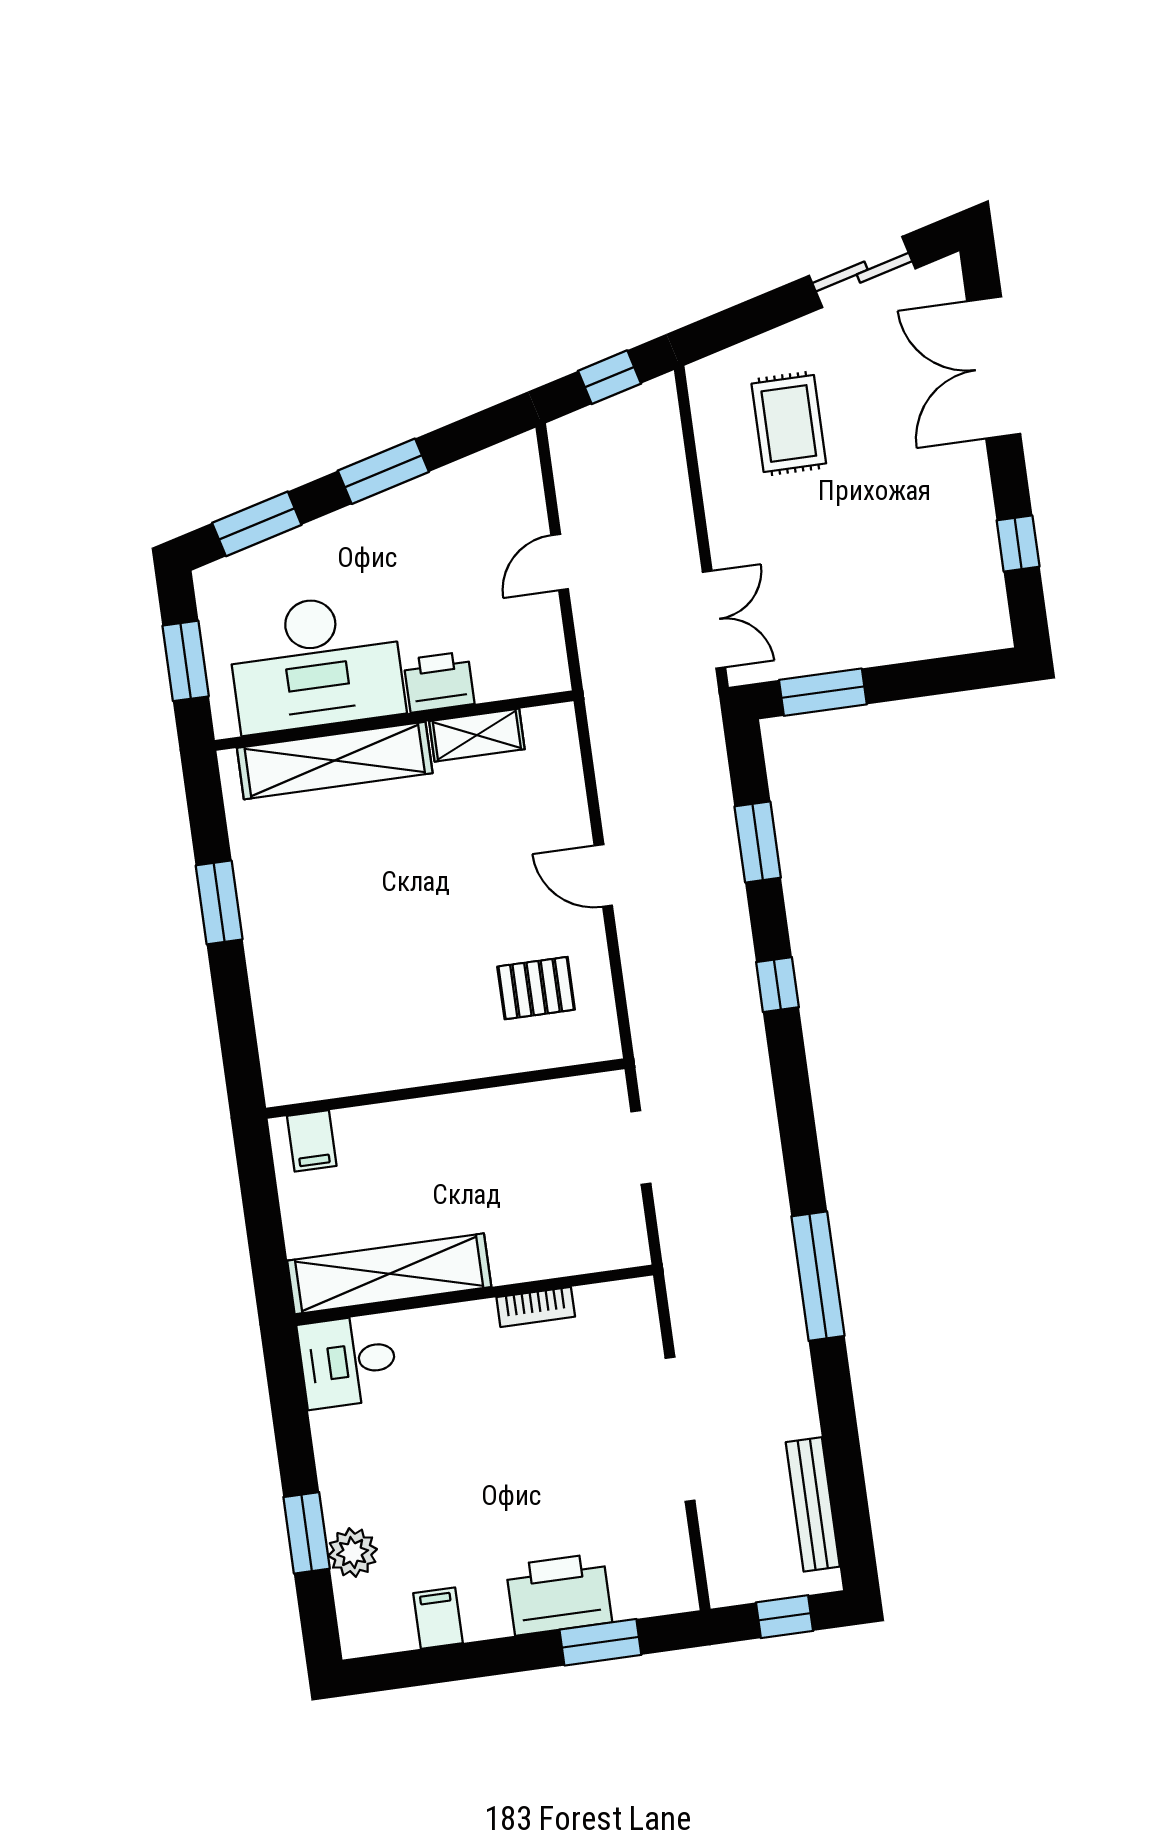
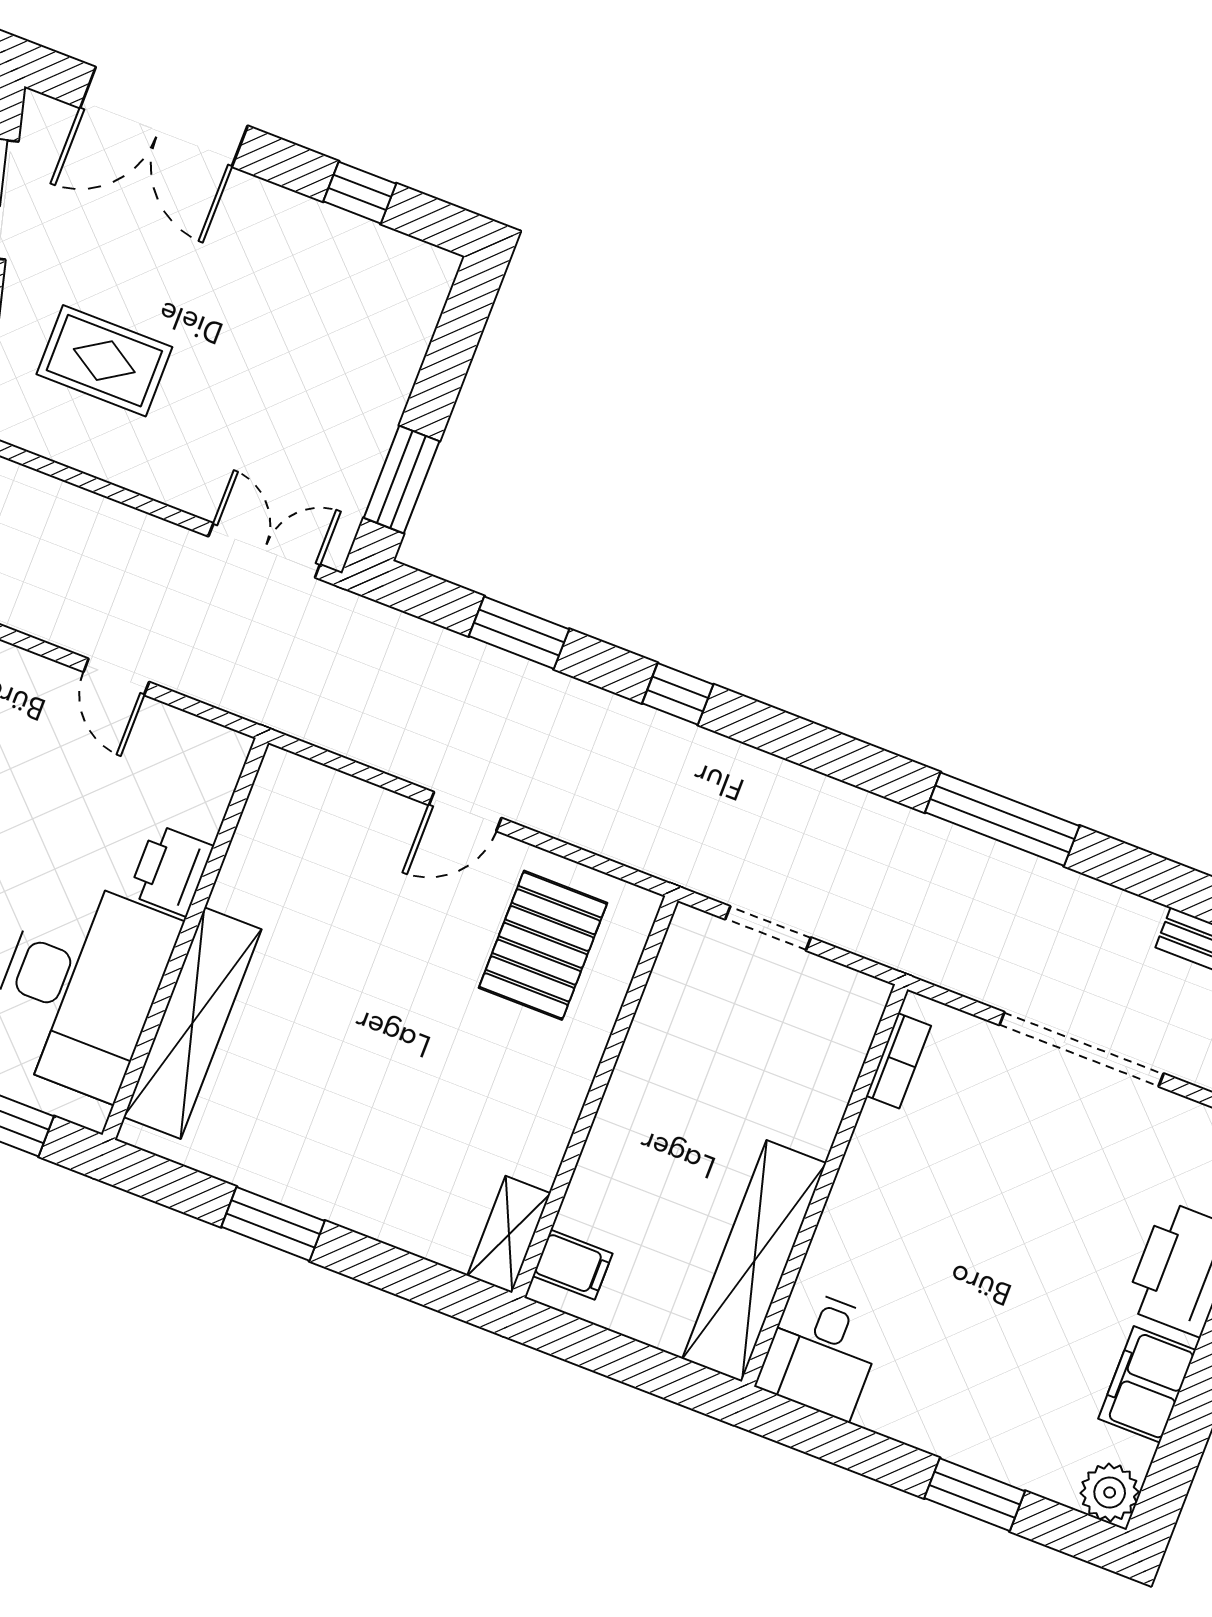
shelving: (477, 735) -> (509, 1234), moved
pallet: (536, 988) -> (543, 945), width x1.50, depth x1.42
bookcase: (536, 1307) -> (899, 1061), moved
plant: (353, 1552) -> (1110, 1492), moved
filing cabinet: (438, 1618) -> (1147, 1384), width x2.00

